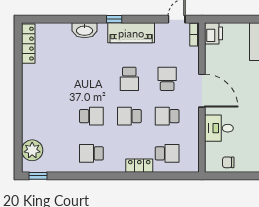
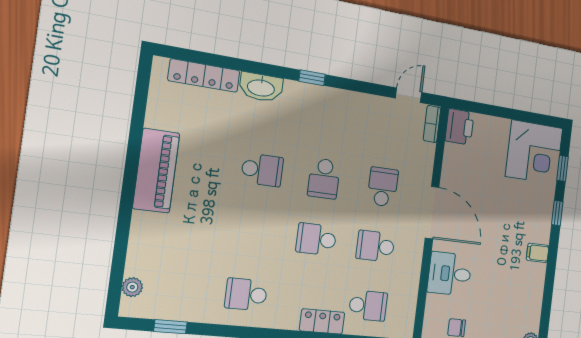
piano: (131, 33) -> (156, 171), moved, turned -90
locker: (28, 44) -> (204, 76), moved, turned 90
school desk: (91, 116) -> (262, 170), moved
plant: (32, 150) -> (132, 287), width x0.53, depth x0.53
window: (38, 176) -> (170, 327), moved

